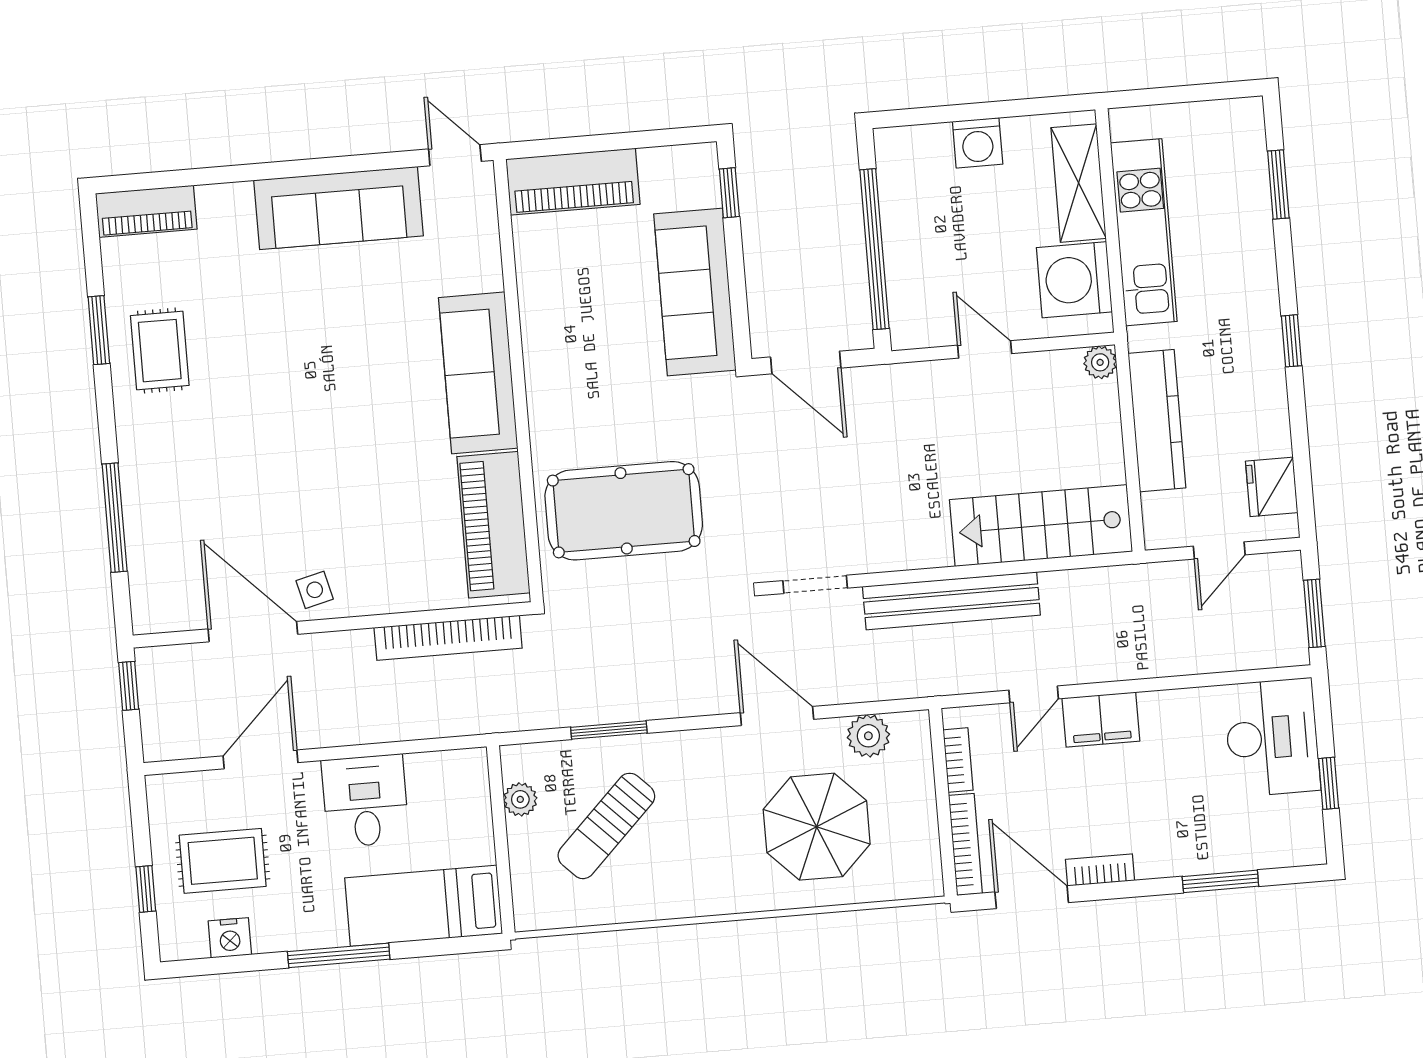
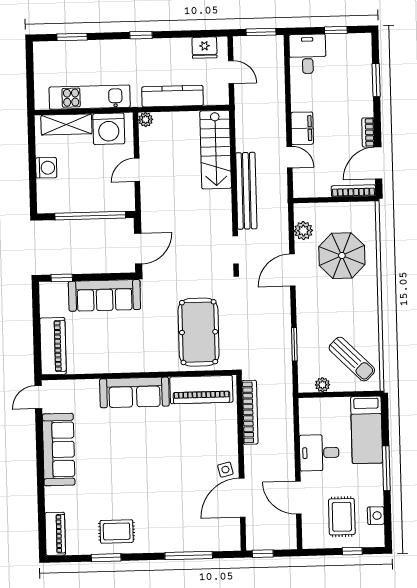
desk: (1272, 737) -> (308, 54), width x0.73
bookcase: (958, 760) -> (316, 192), removed
sun lounger: (606, 826) -> (352, 359), moved

